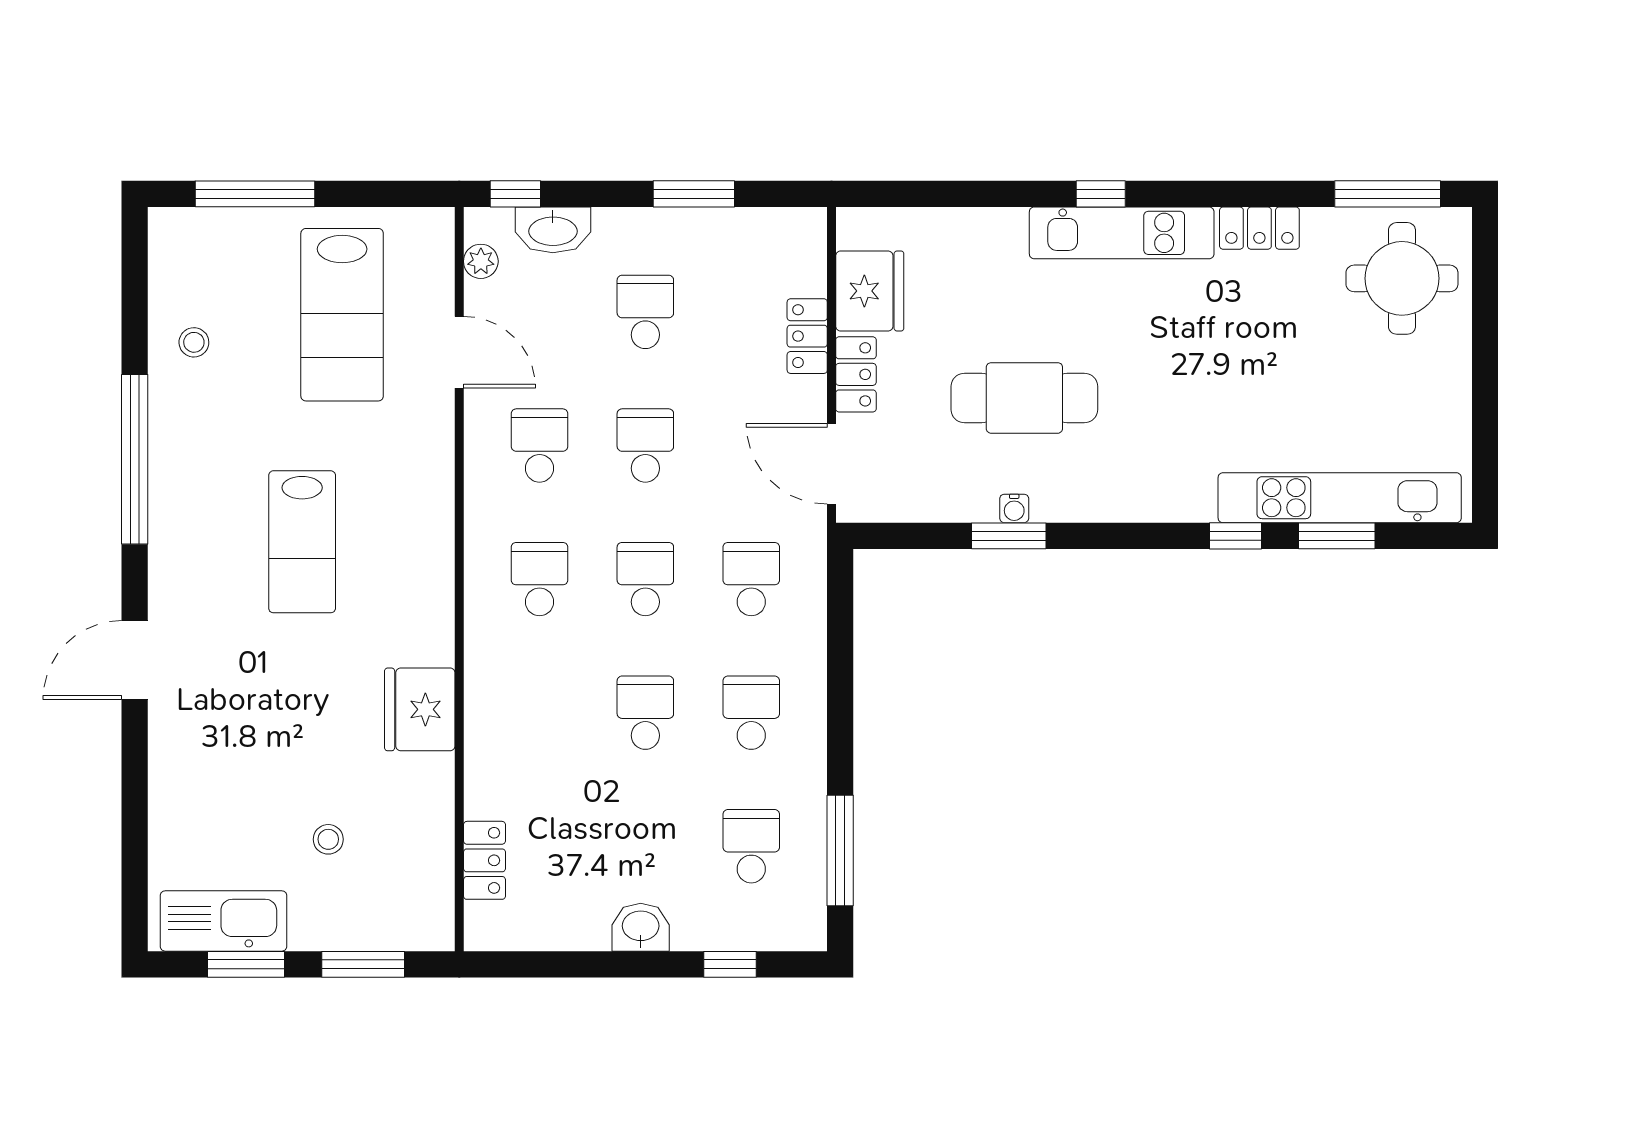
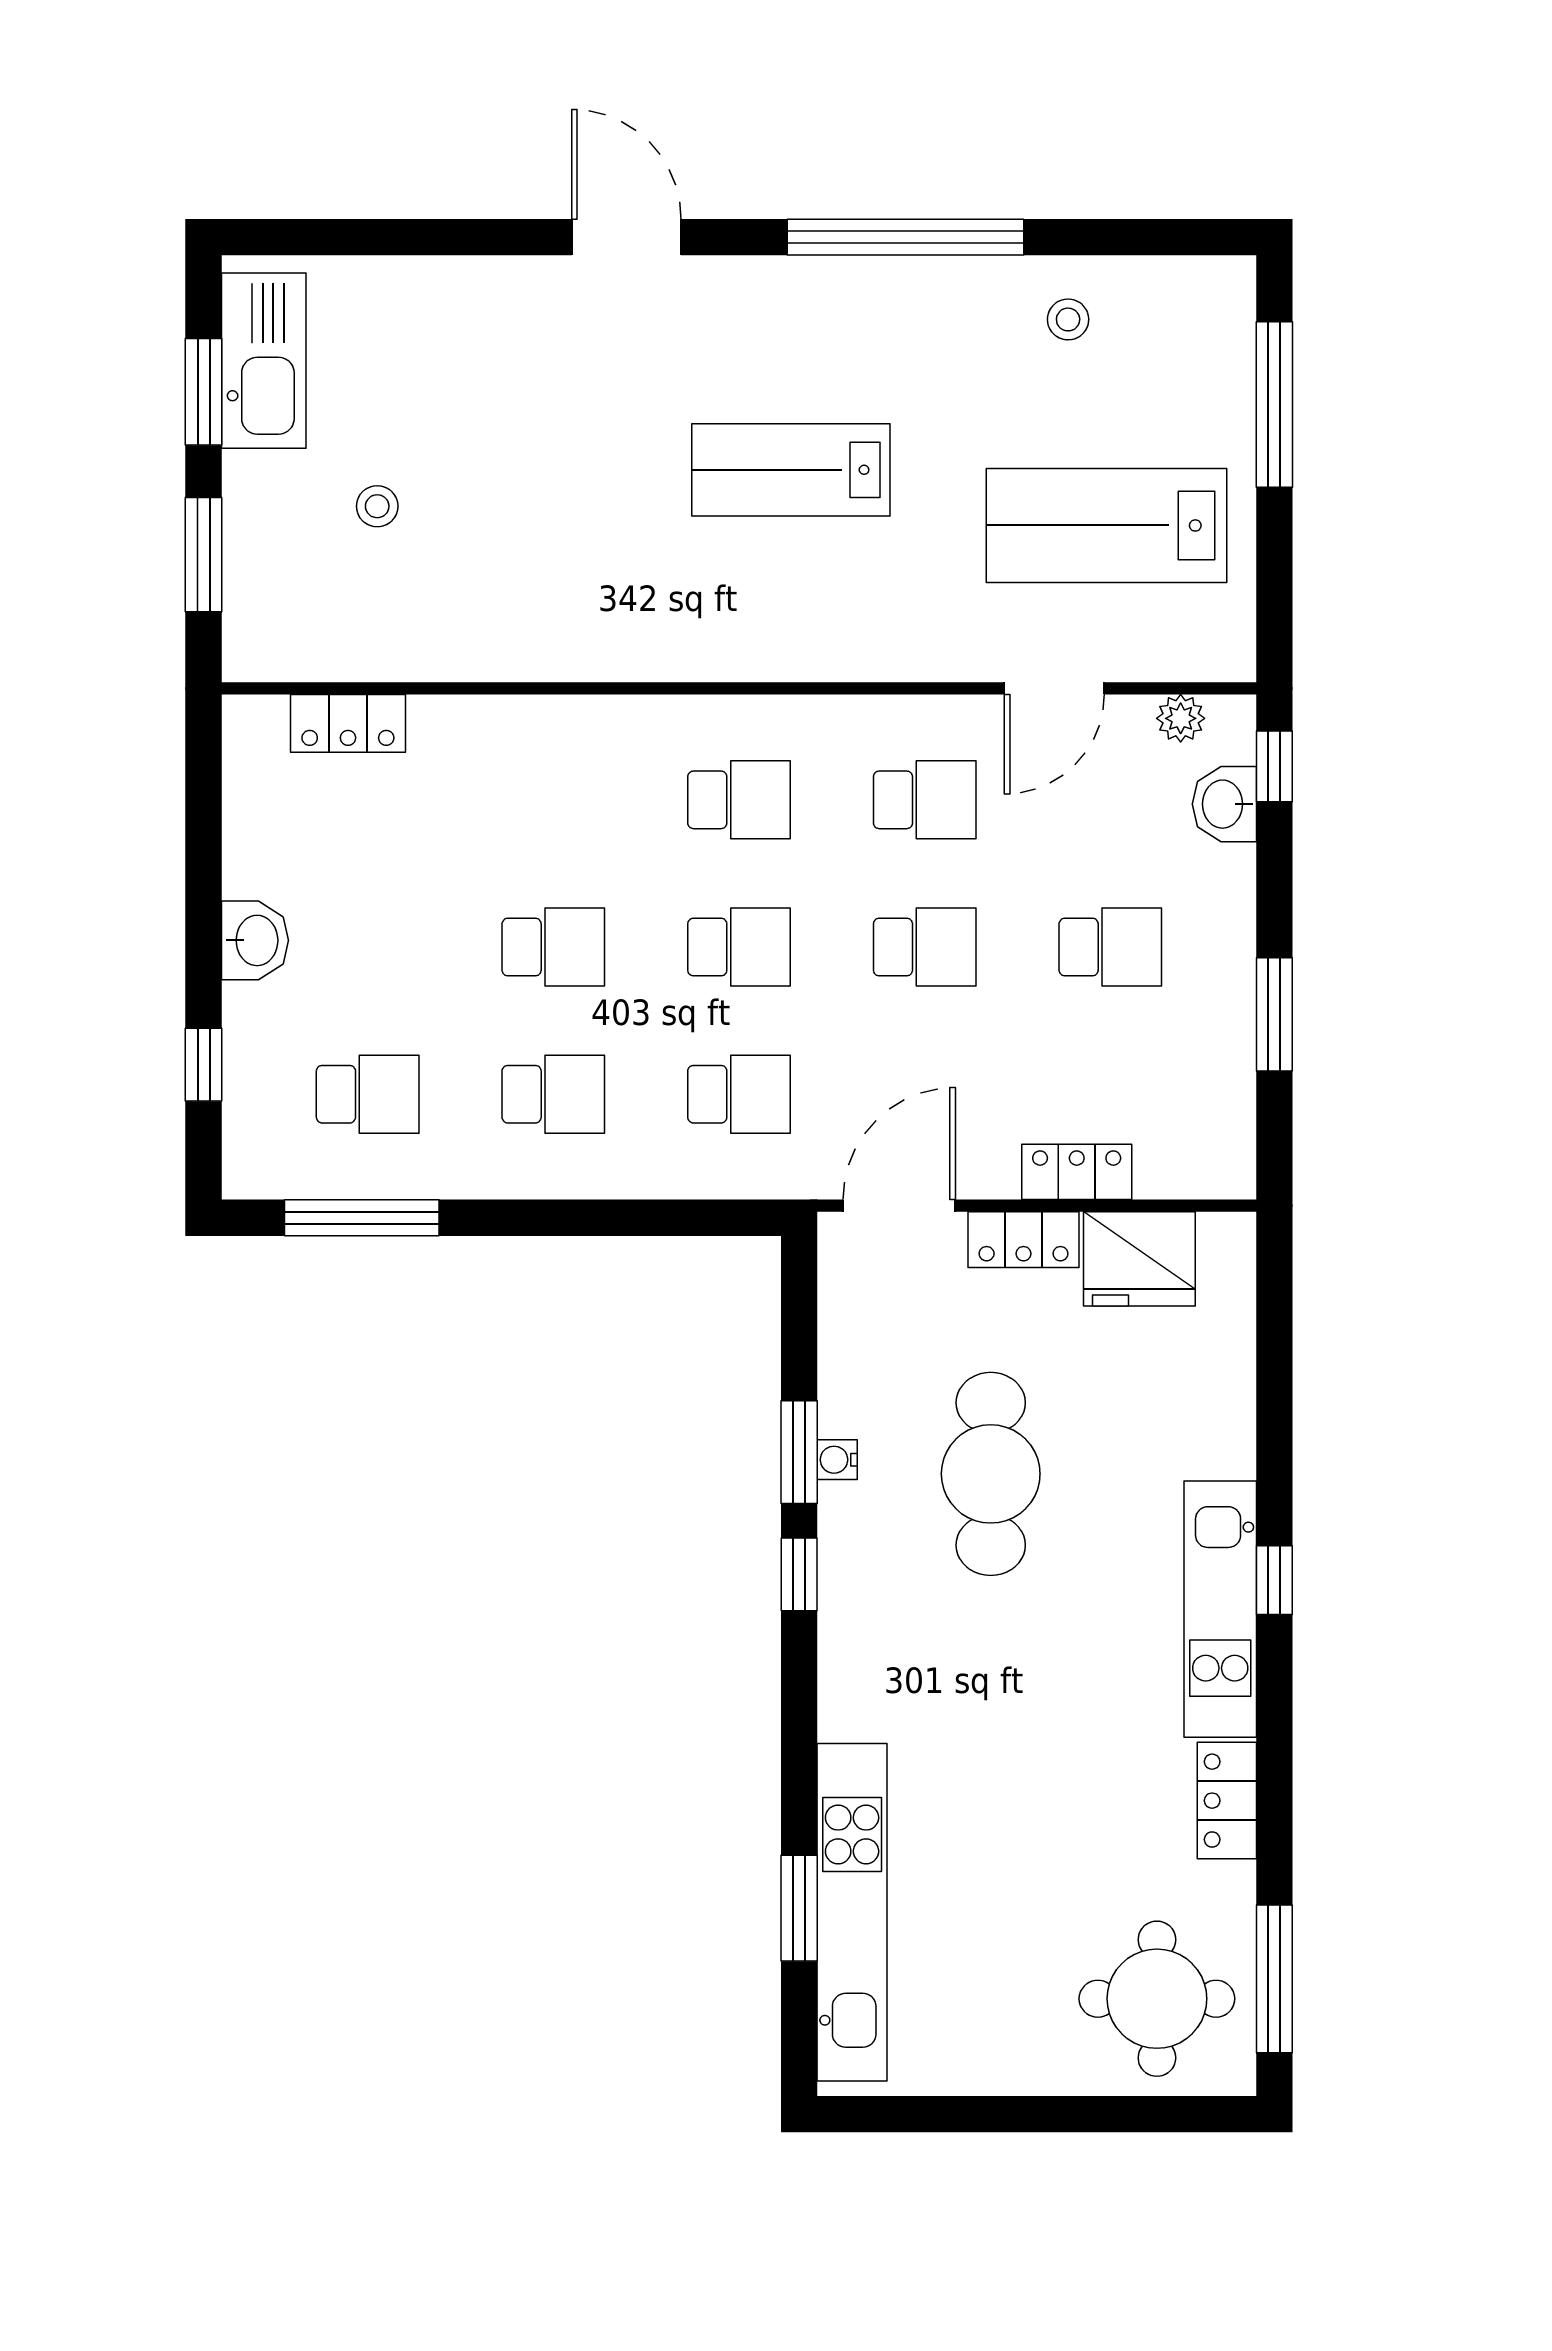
washbasin: (553, 230) -> (1224, 804), width x0.72
window: (1235, 536) -> (799, 1574), moved
fridge: (420, 709) -> (558, 633), removed

